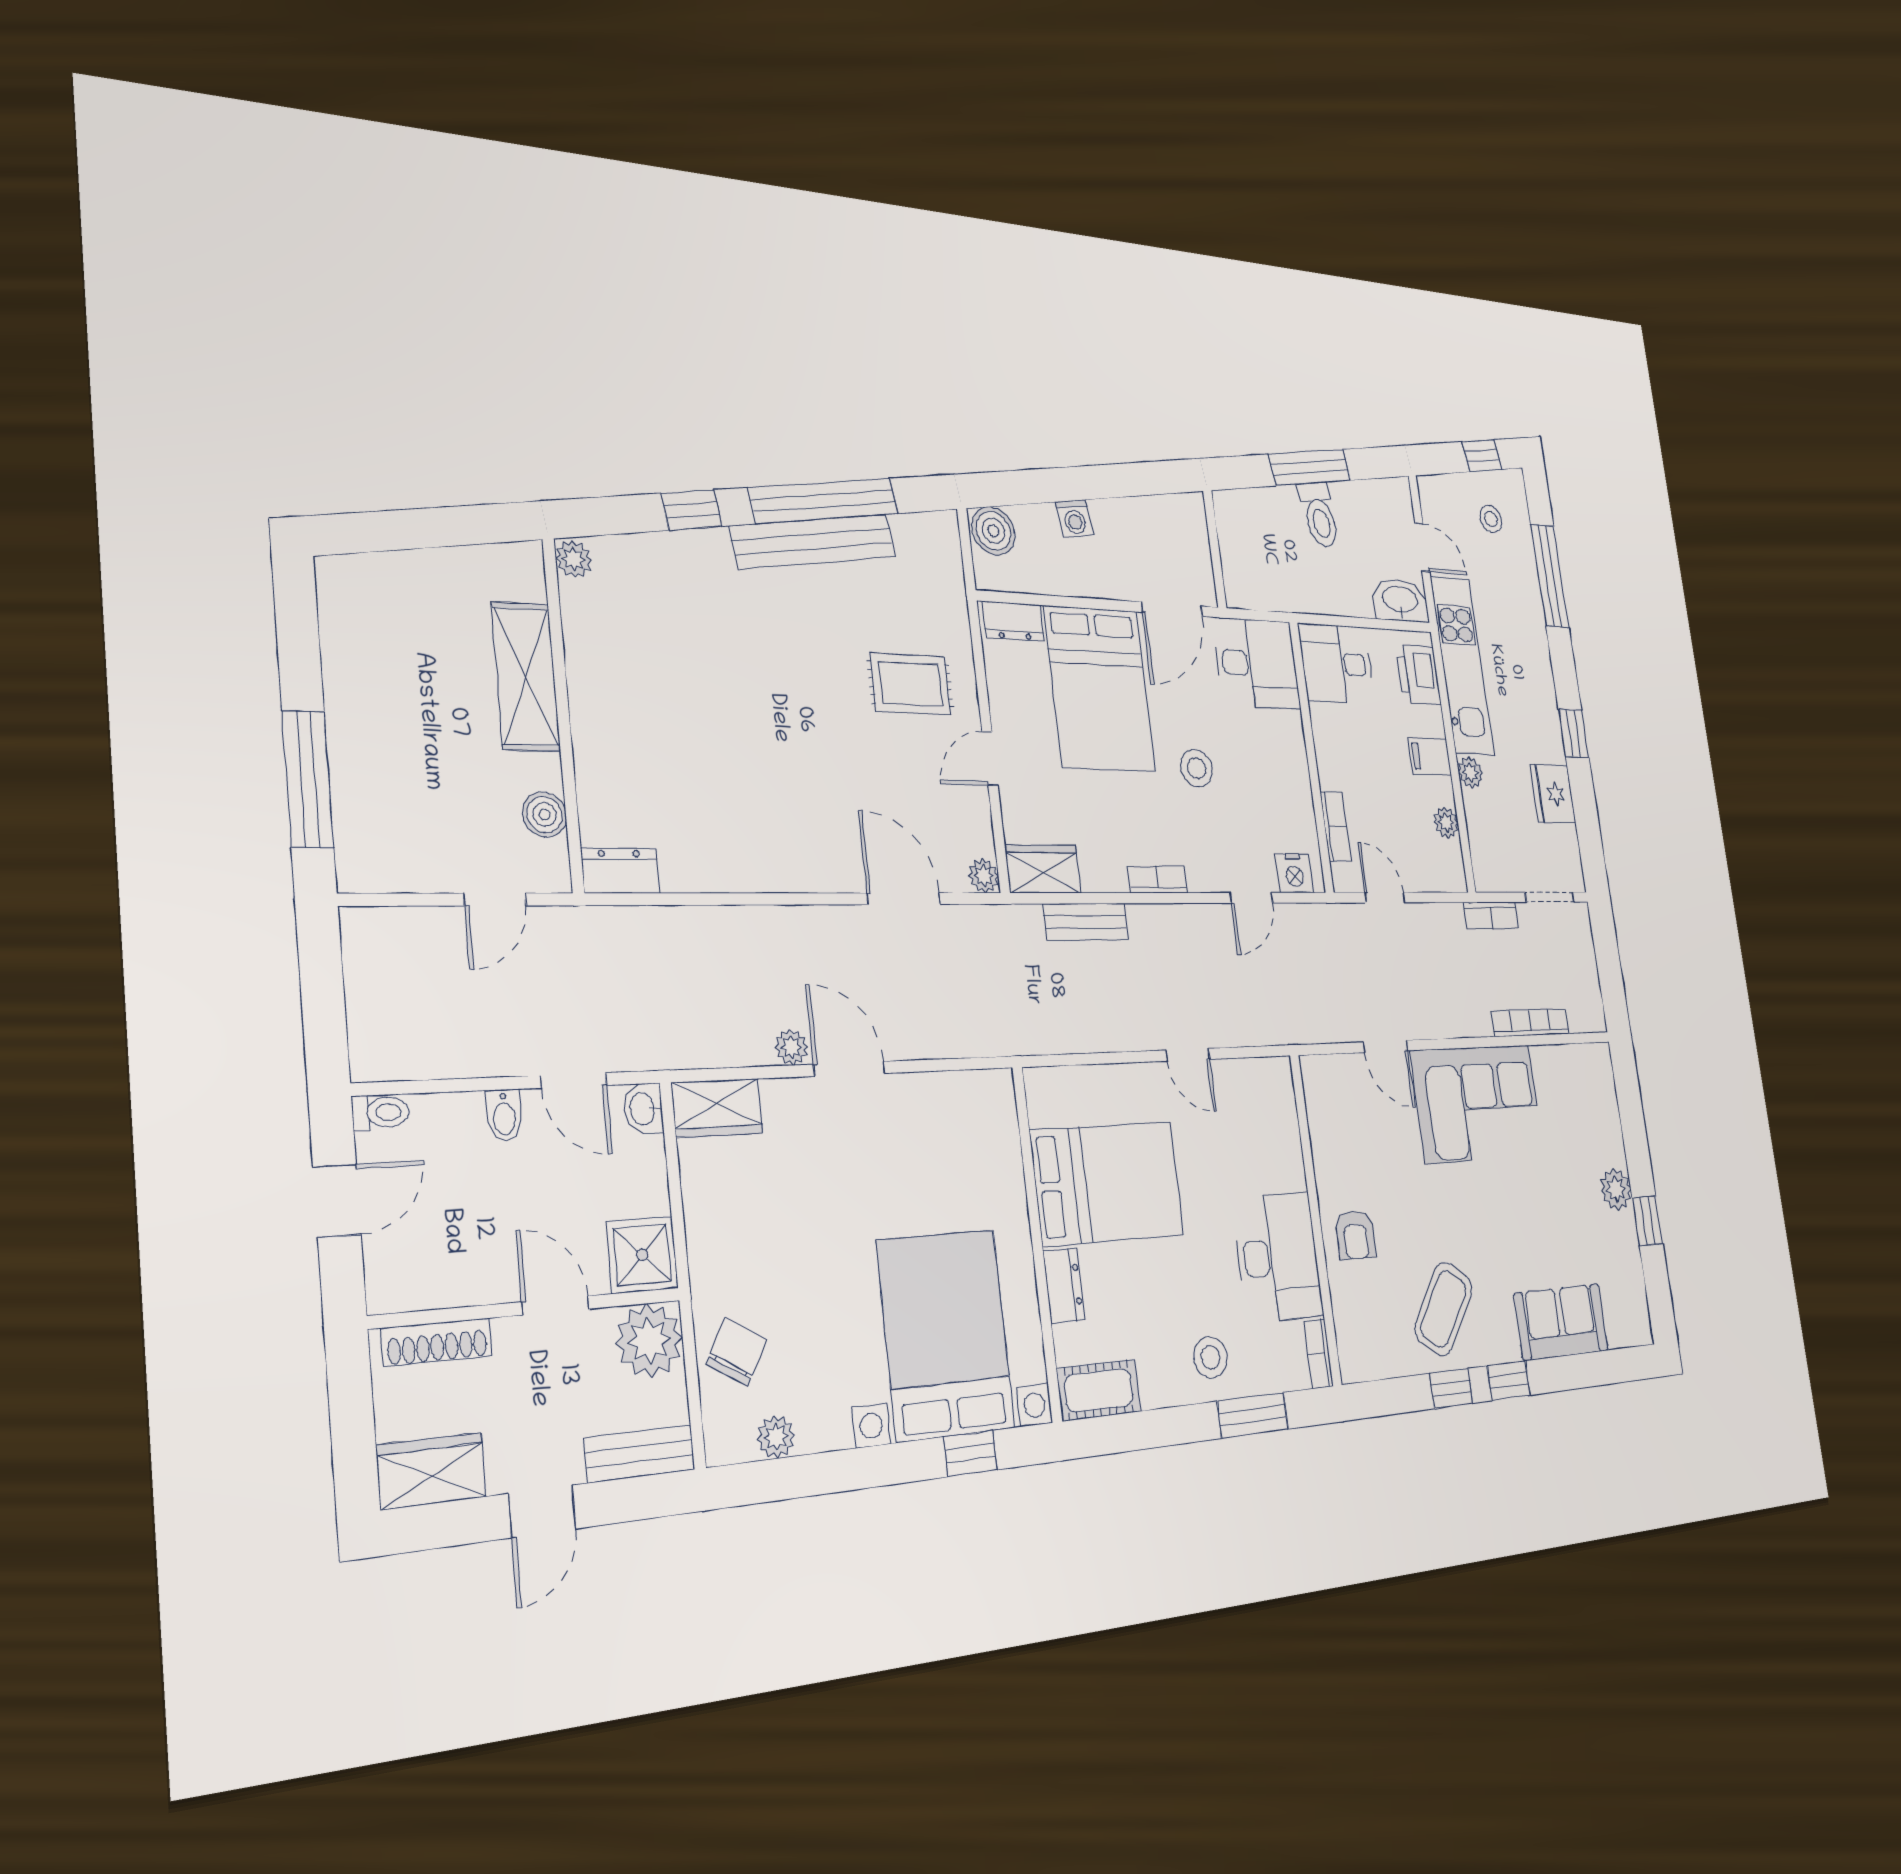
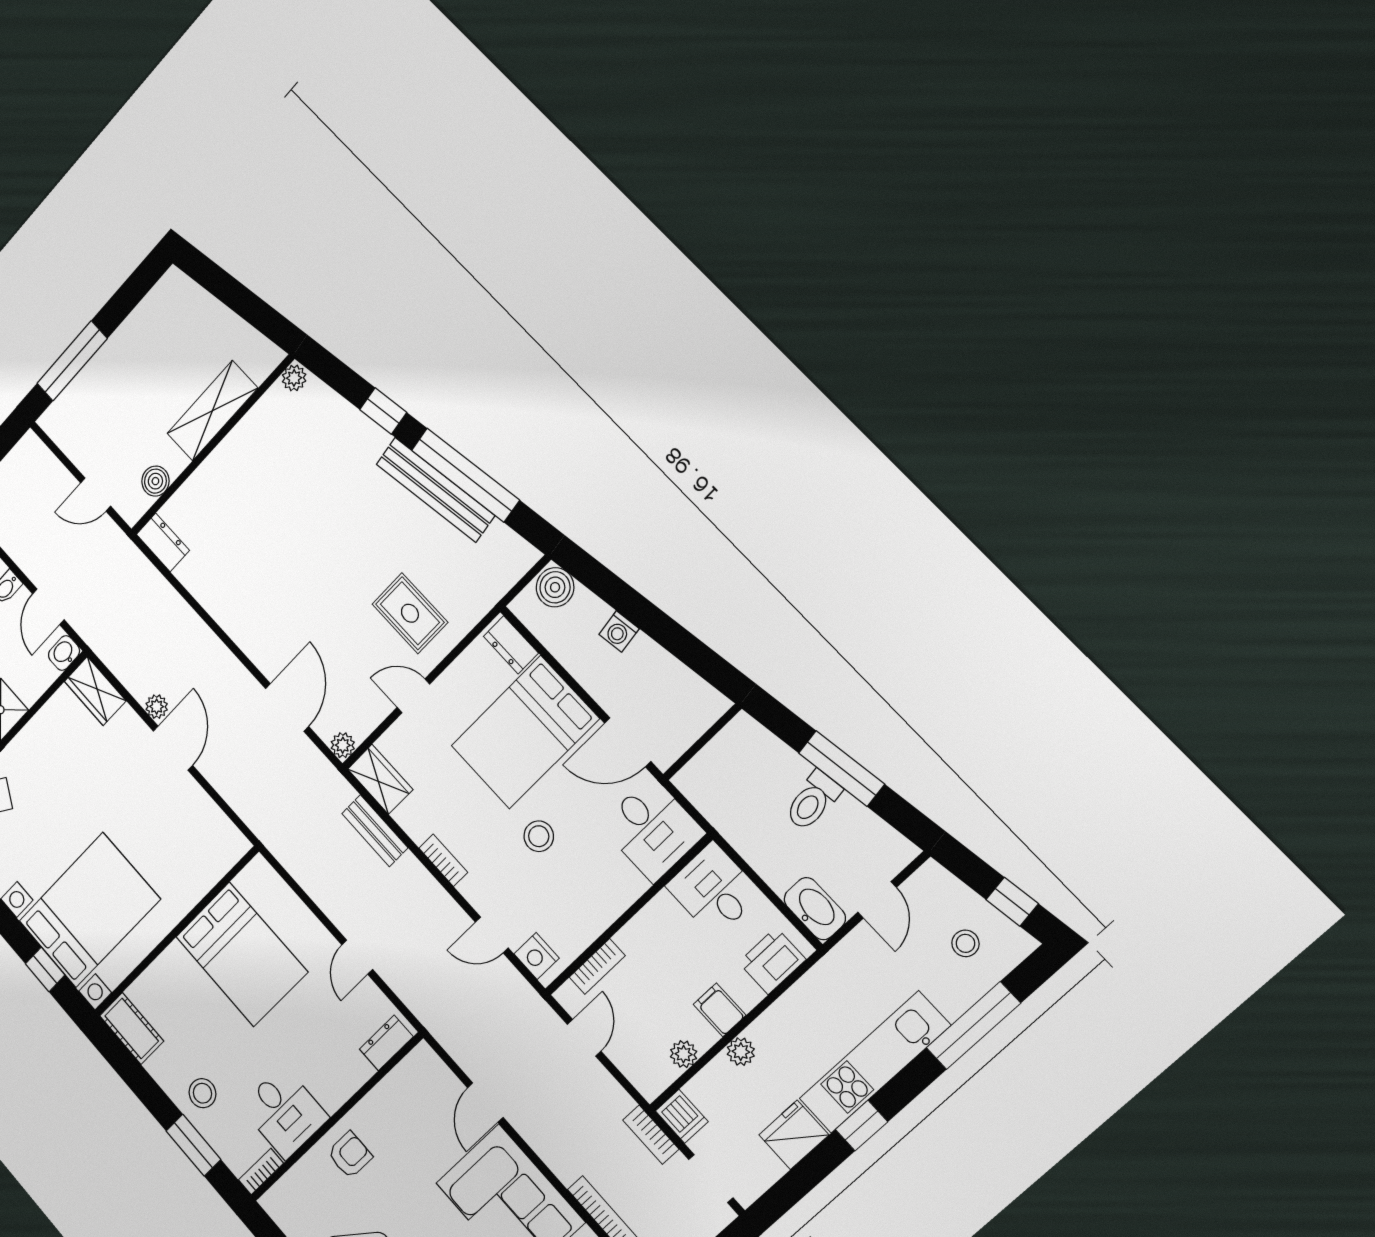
kitchen unit: (1462, 665) -> (875, 1062), moved, turned 180
dishwasher: (1492, 874) -> (682, 1116), added
armchair: (1355, 1235) -> (350, 1155), turned 180
desk: (1278, 1257) -> (284, 1112), width x0.73
dresser: (1064, 1286) -> (386, 1043), moved, turned 180

